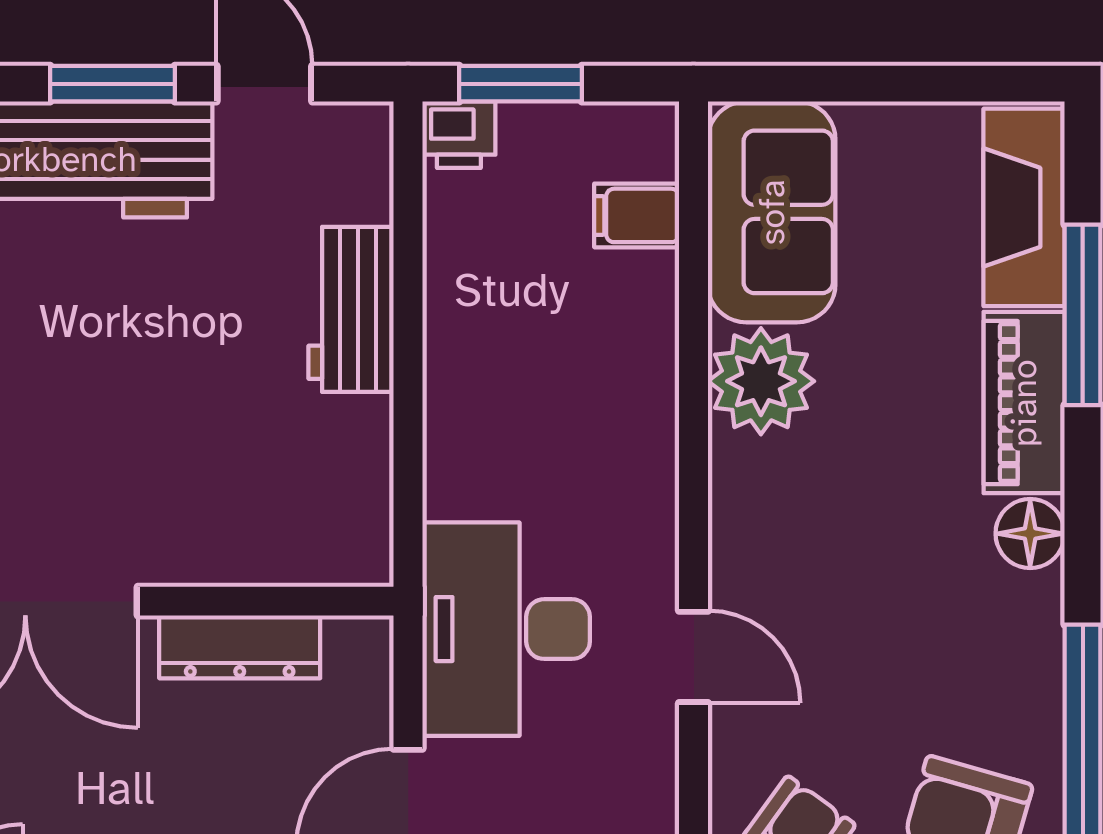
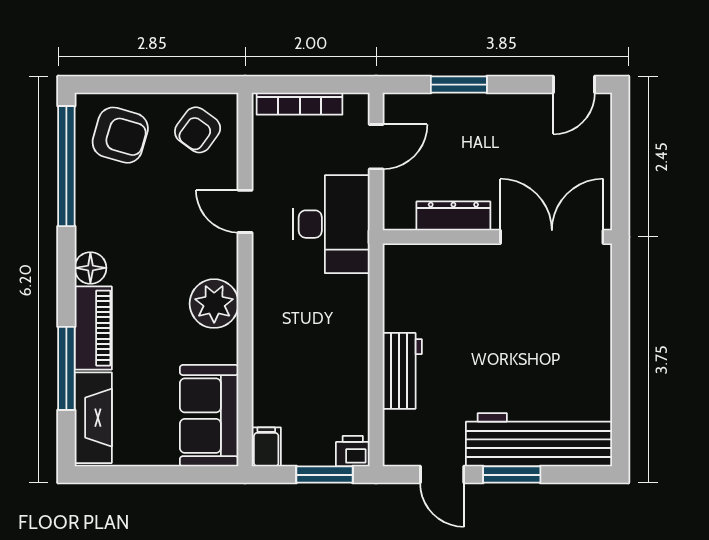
filing cabinet: (637, 215) -> (266, 447), moved, turned -90
plant: (761, 381) -> (214, 304), moved

